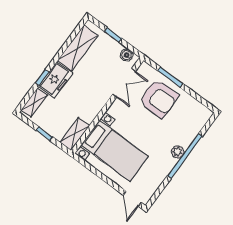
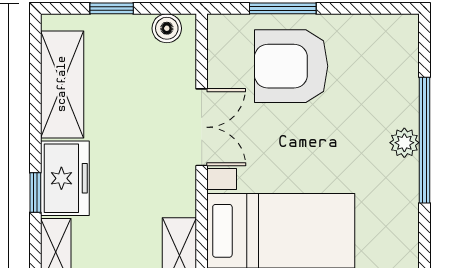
double door: (124, 83) -> (202, 127), moved
armchair: (159, 98) -> (291, 66), turned 180

